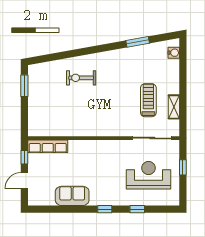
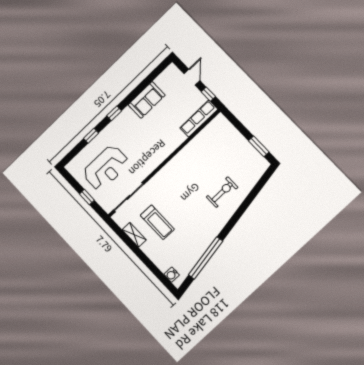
window: (138, 42) -> (206, 258), width x2.11

